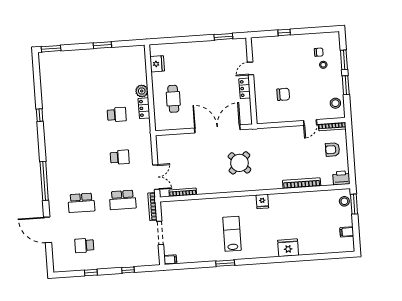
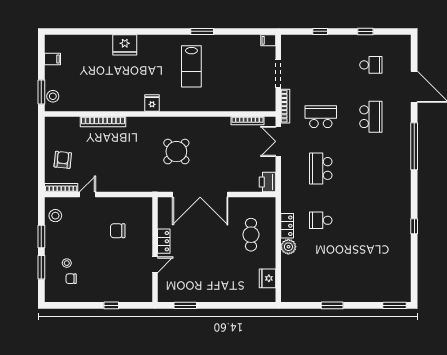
armchair: (333, 150) -> (63, 160), turned -84
school desk: (120, 157) -> (321, 168), width x1.85
printer: (341, 178) -> (268, 182), moved, turned 90
school desk: (81, 203) -> (371, 117), turned 90

